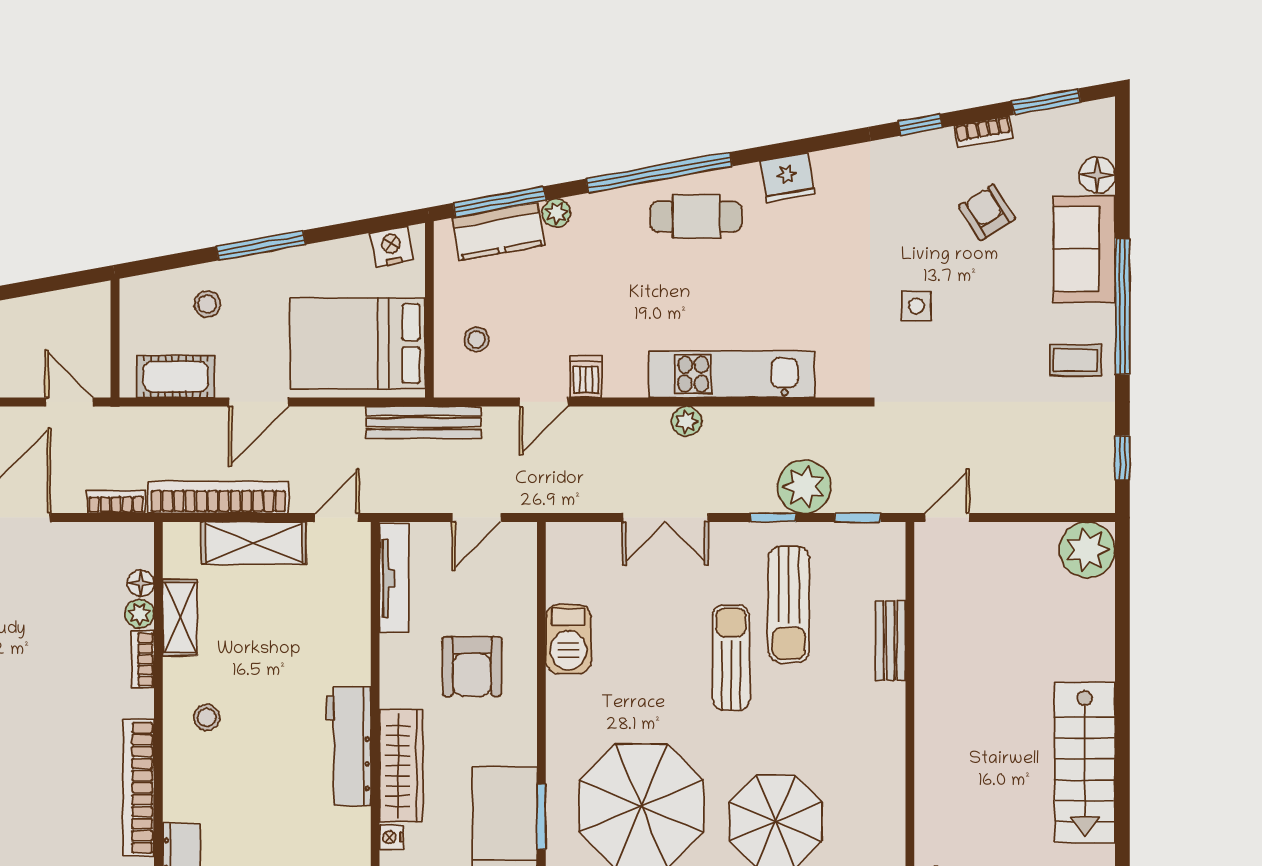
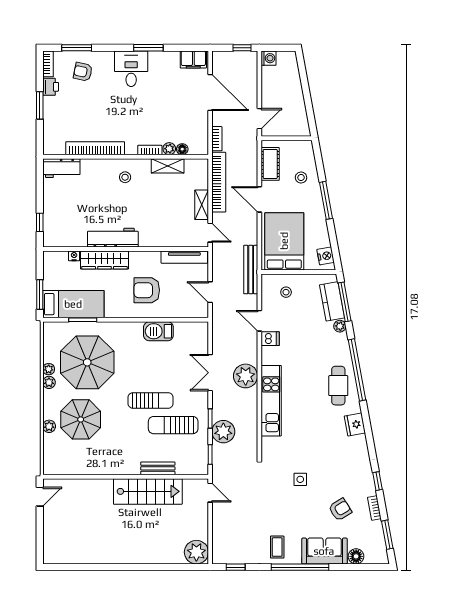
plant: (687, 421) -> (246, 376), width x1.88, depth x1.88
shelving: (254, 543) -> (202, 205), width x0.67, depth x0.75
stairs: (1085, 762) -> (148, 491), moved, turned 180

